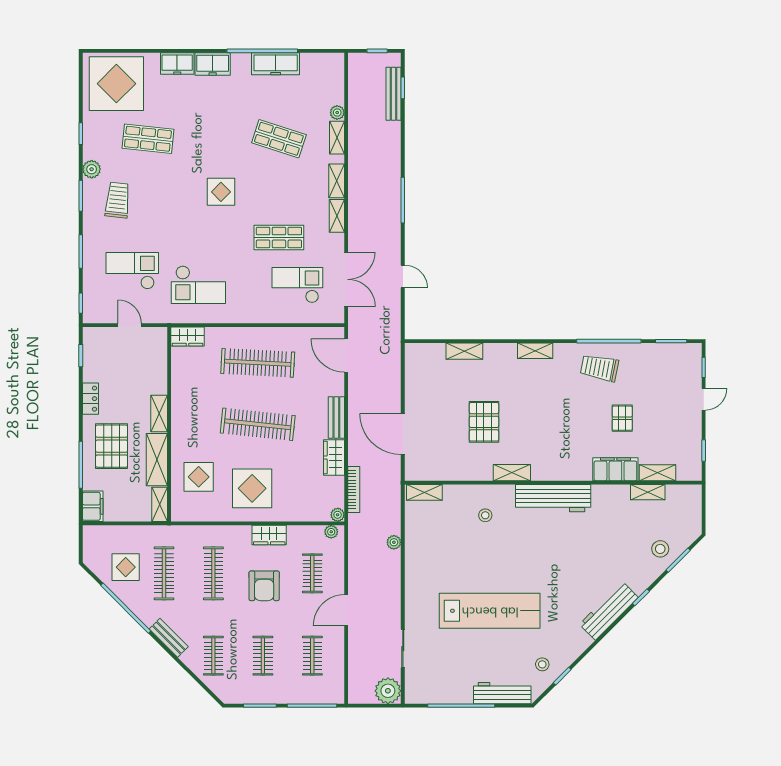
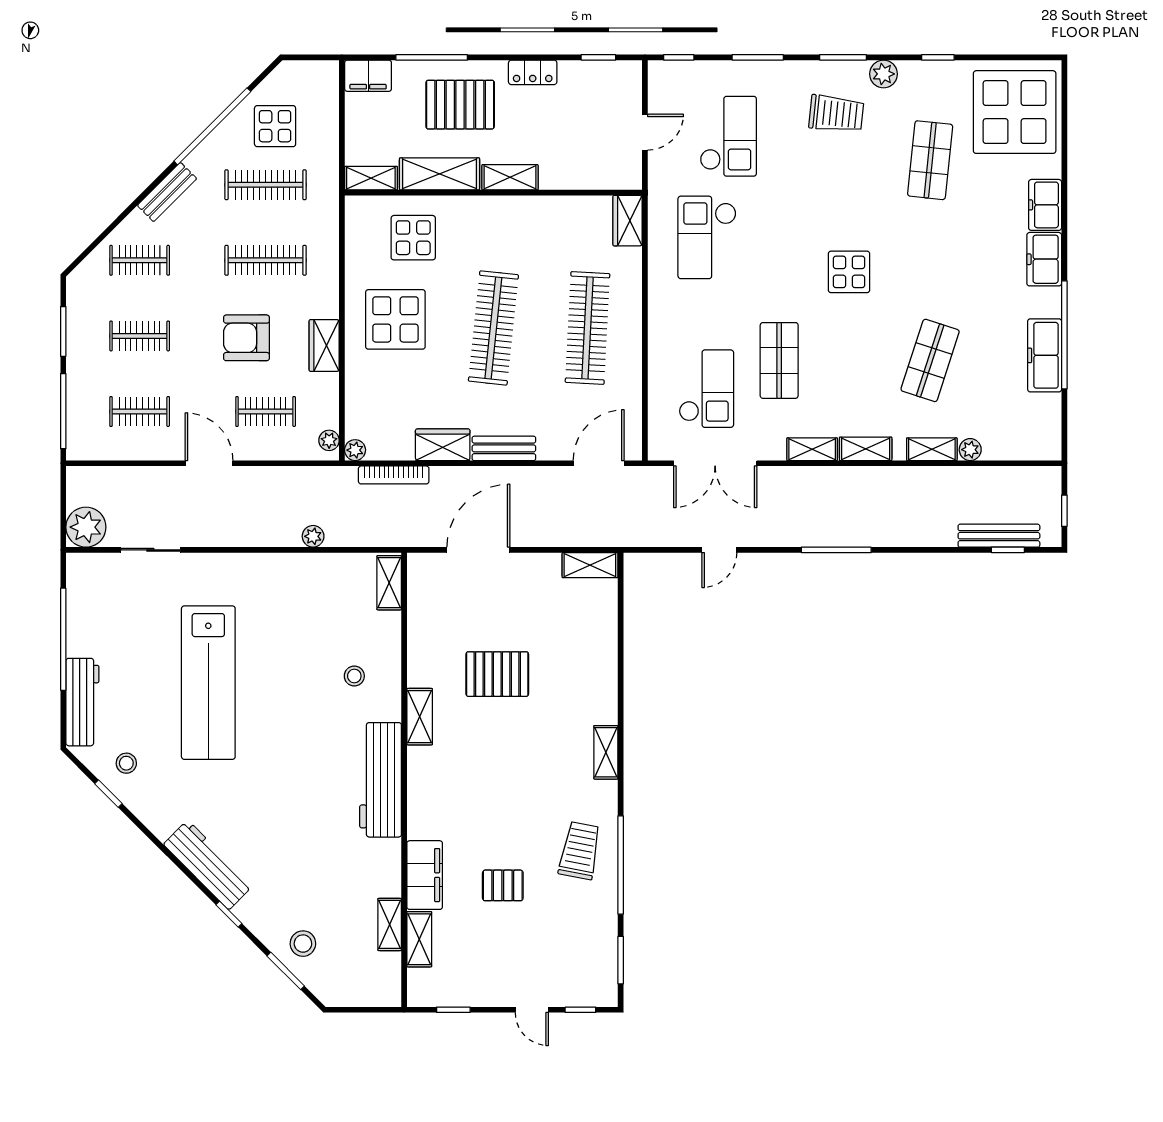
shelving: (464, 351) -> (590, 565), moved, turned 90

